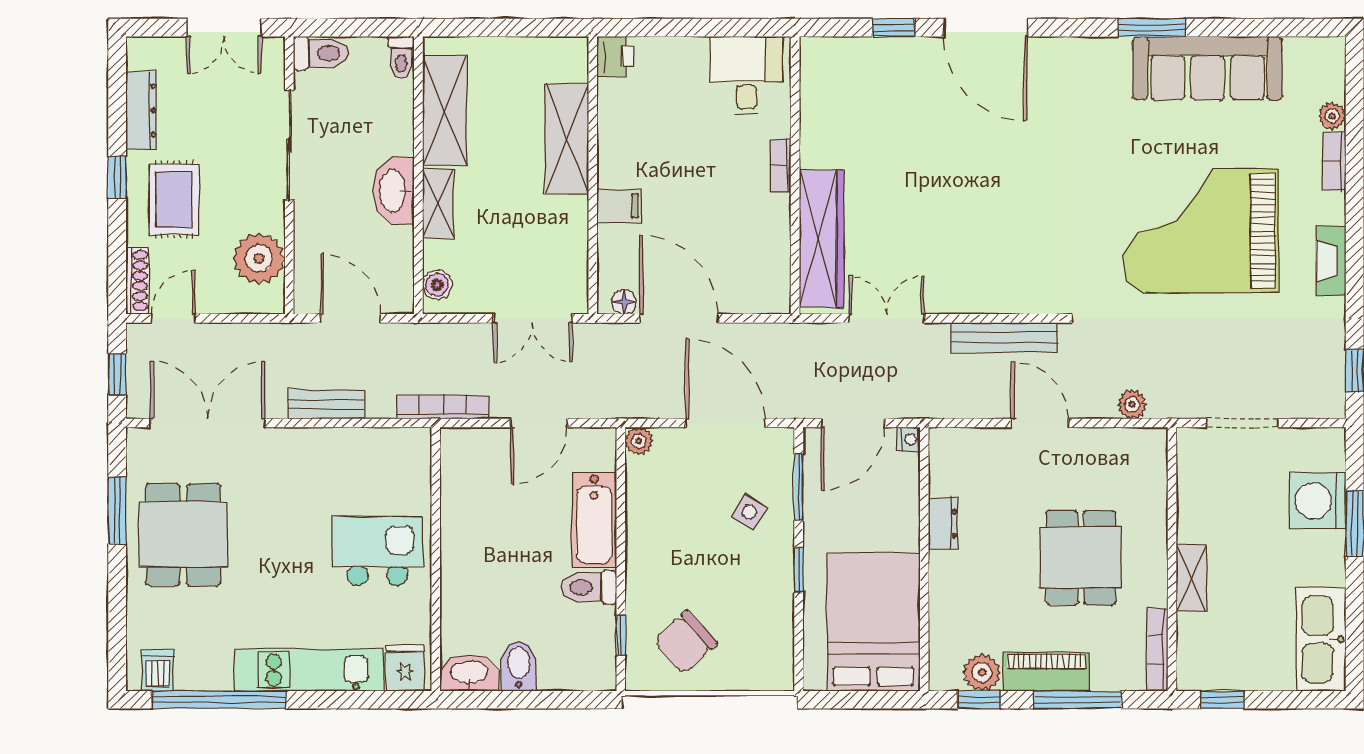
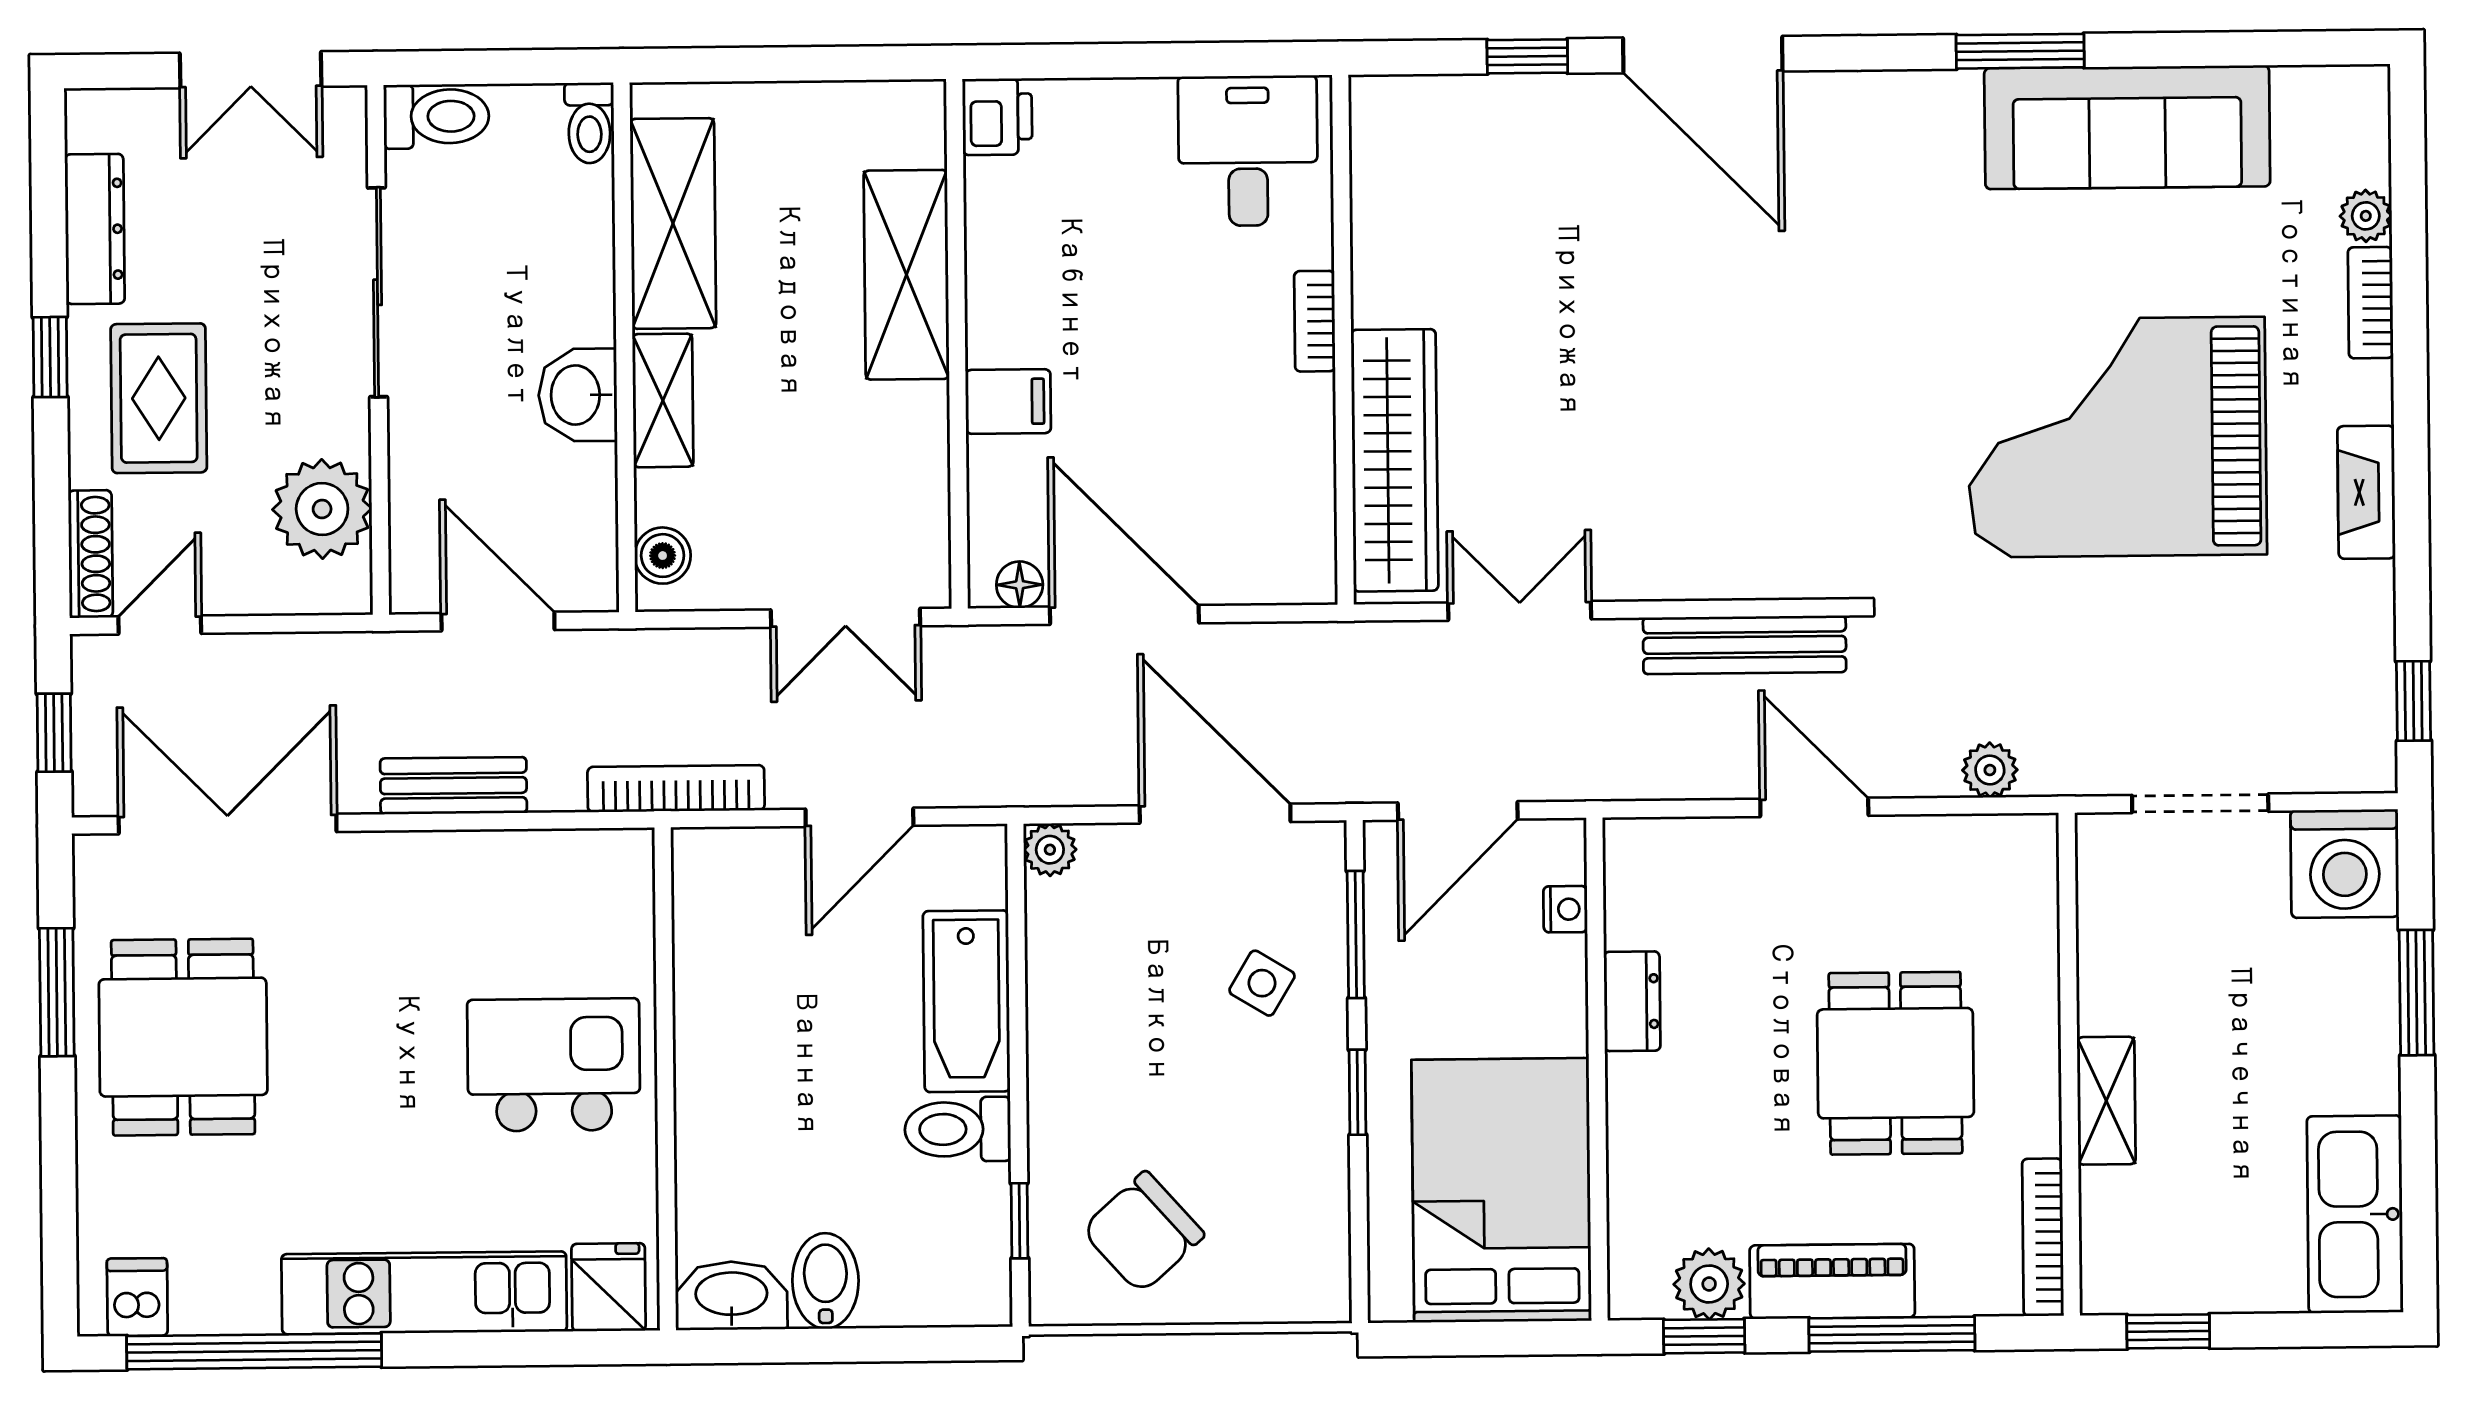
washbasin: (394, 191) -> (578, 395), width x0.72
nightstand: (909, 439) -> (1565, 909), moved
washing machine: (1318, 501) -> (2345, 864), moved, turned -90

